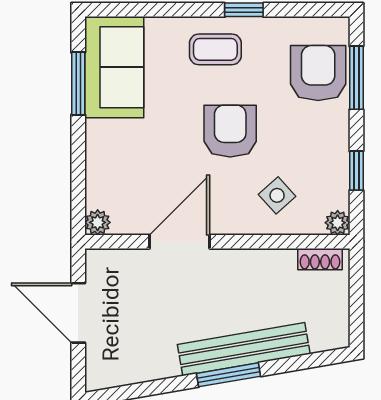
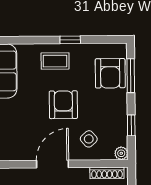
armchair: (318, 73) -> (110, 73), turned 180
door: (180, 242) -> (52, 164), moved
shoe rack: (320, 259) -> (107, 173), width x1.43

